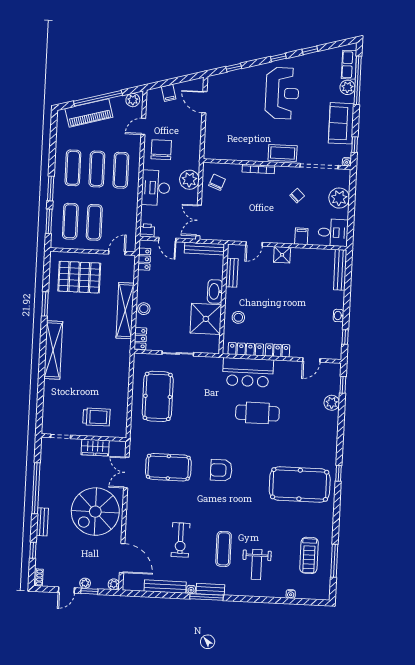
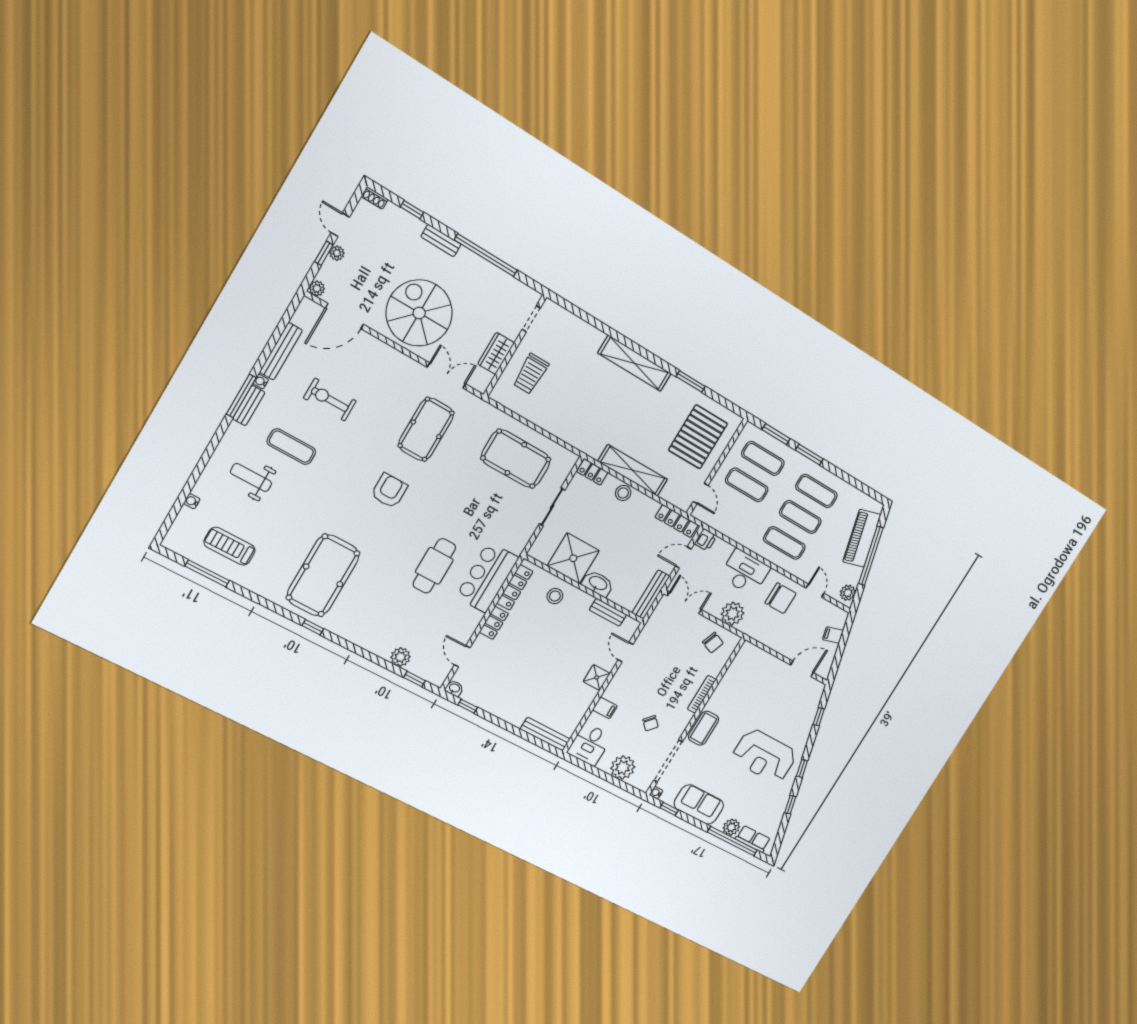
locker: (144, 259) -> (677, 521), width x1.53
washbasin: (339, 316) -> (454, 688), moved

